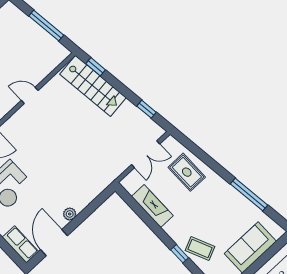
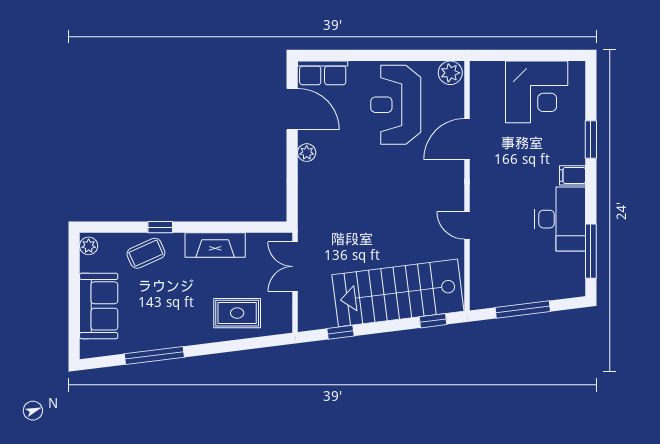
stairs: (93, 86) -> (398, 293), width x1.36, depth x1.51
door: (30, 95) -> (467, 226), swing flipped
double door: (146, 154) -> (295, 267), moved
fireplace: (152, 206) -> (215, 245), moved

